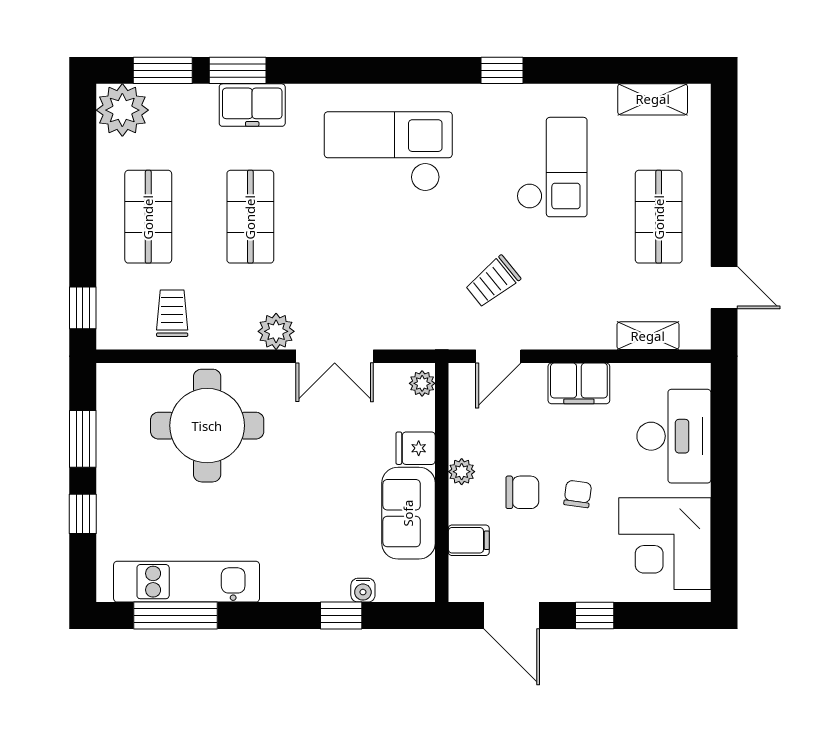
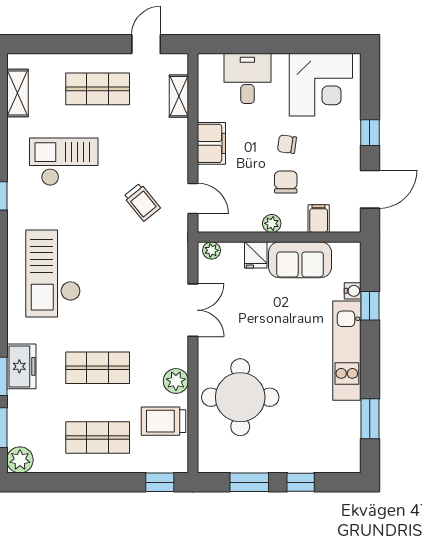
plant: (122, 110) -> (20, 460), width x0.73, depth x0.73
trolley: (172, 313) -> (164, 421), width x1.36, depth x1.39
plant: (276, 331) -> (176, 381), moved
desk: (674, 436) -> (247, 78), width x0.73
kitchen unit: (187, 582) -> (347, 351), moved
window: (175, 615) -> (370, 419), width x0.69

